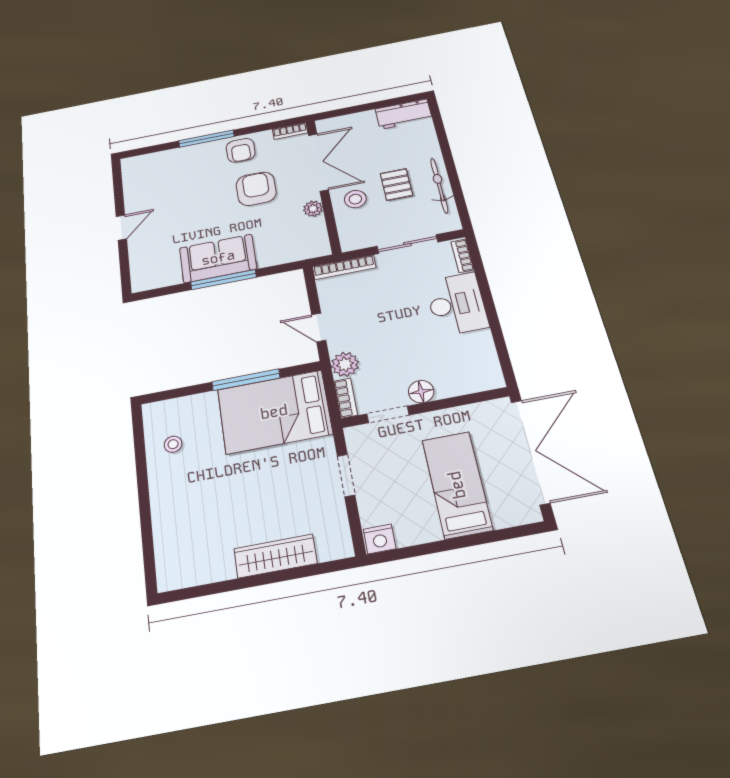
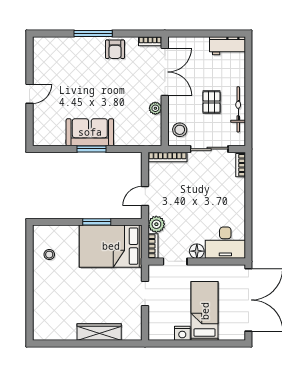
armchair: (256, 189) -> (121, 84), removed
stool: (355, 199) -> (180, 130), moved
window: (224, 280) -> (92, 149), width x0.69
desk: (457, 304) -> (225, 243), moved, turned 90
door: (319, 328) -> (145, 196), hinge flipped
window: (246, 380) -> (97, 222), width x0.69
nightstand: (380, 539) -> (182, 333), moved

